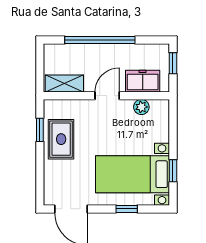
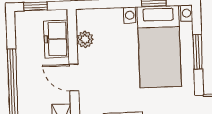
window: (127, 209) -> (198, 52), width x1.50

